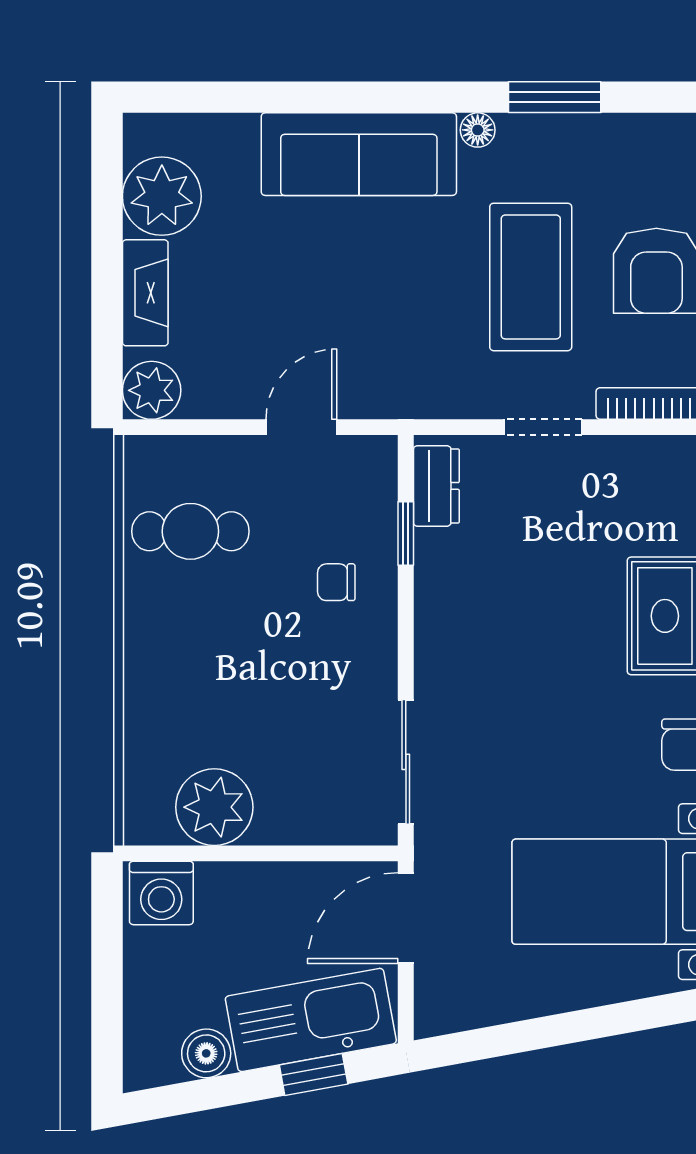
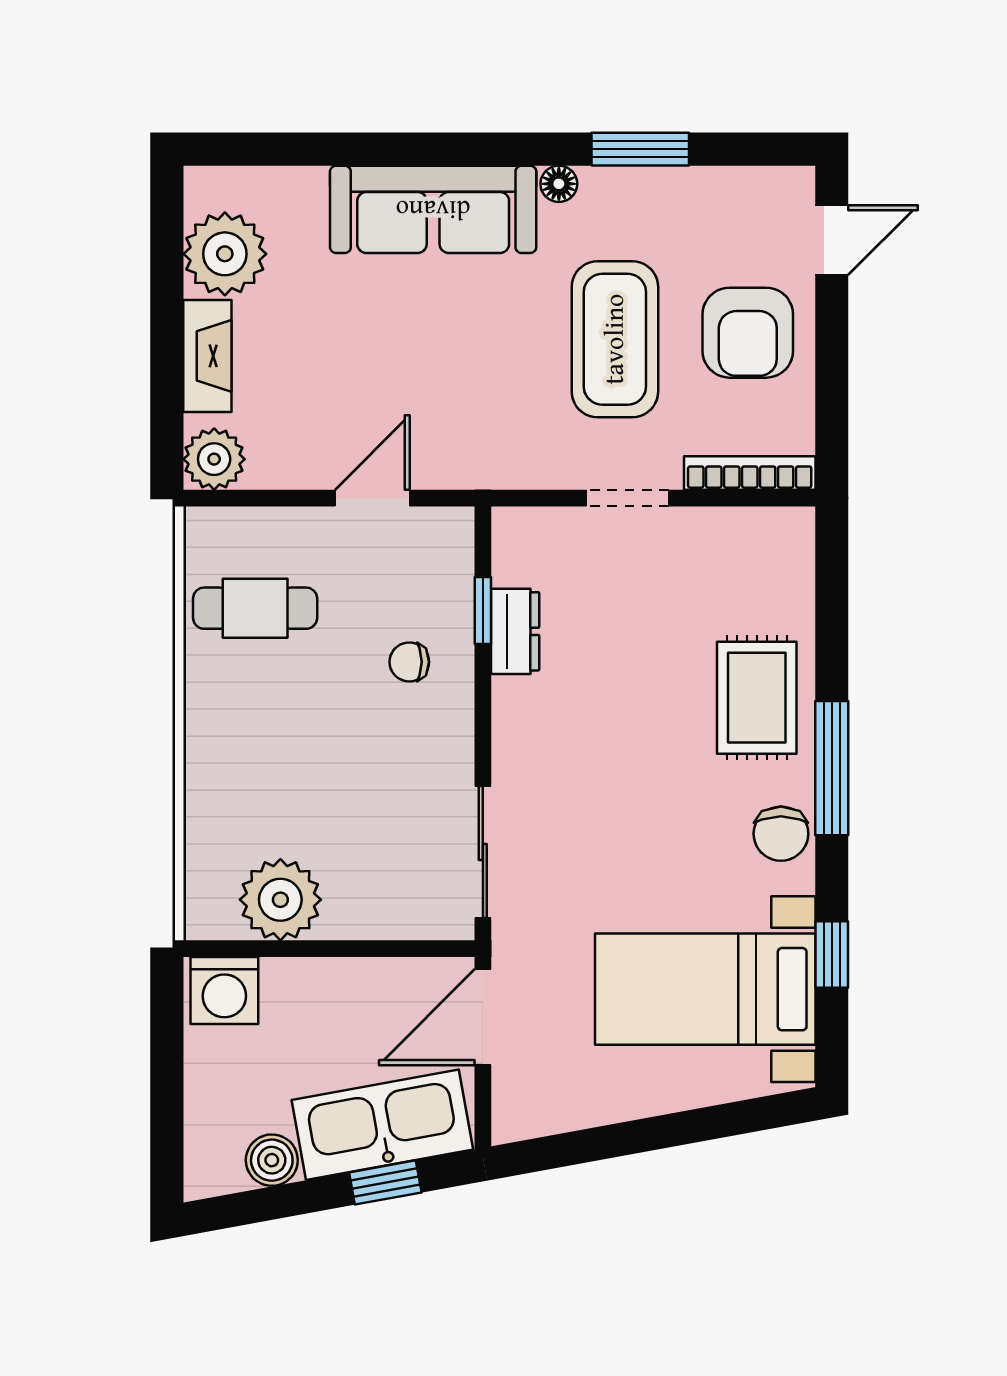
dresser: (436, 486) -> (515, 631), moved

